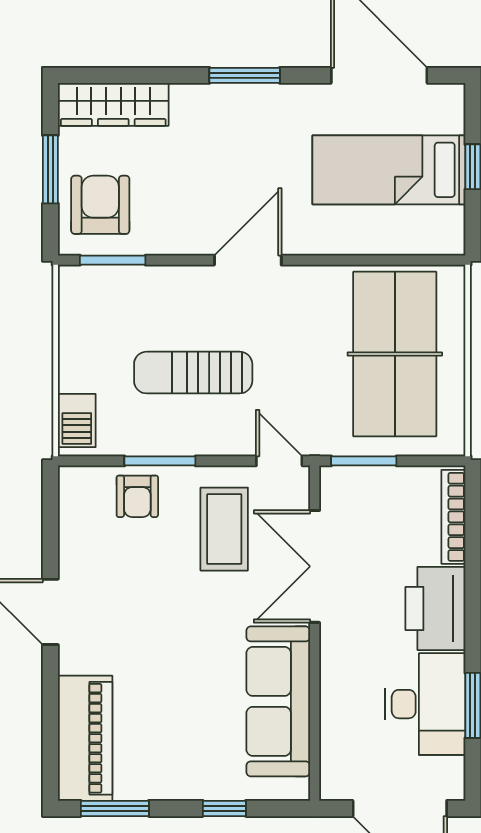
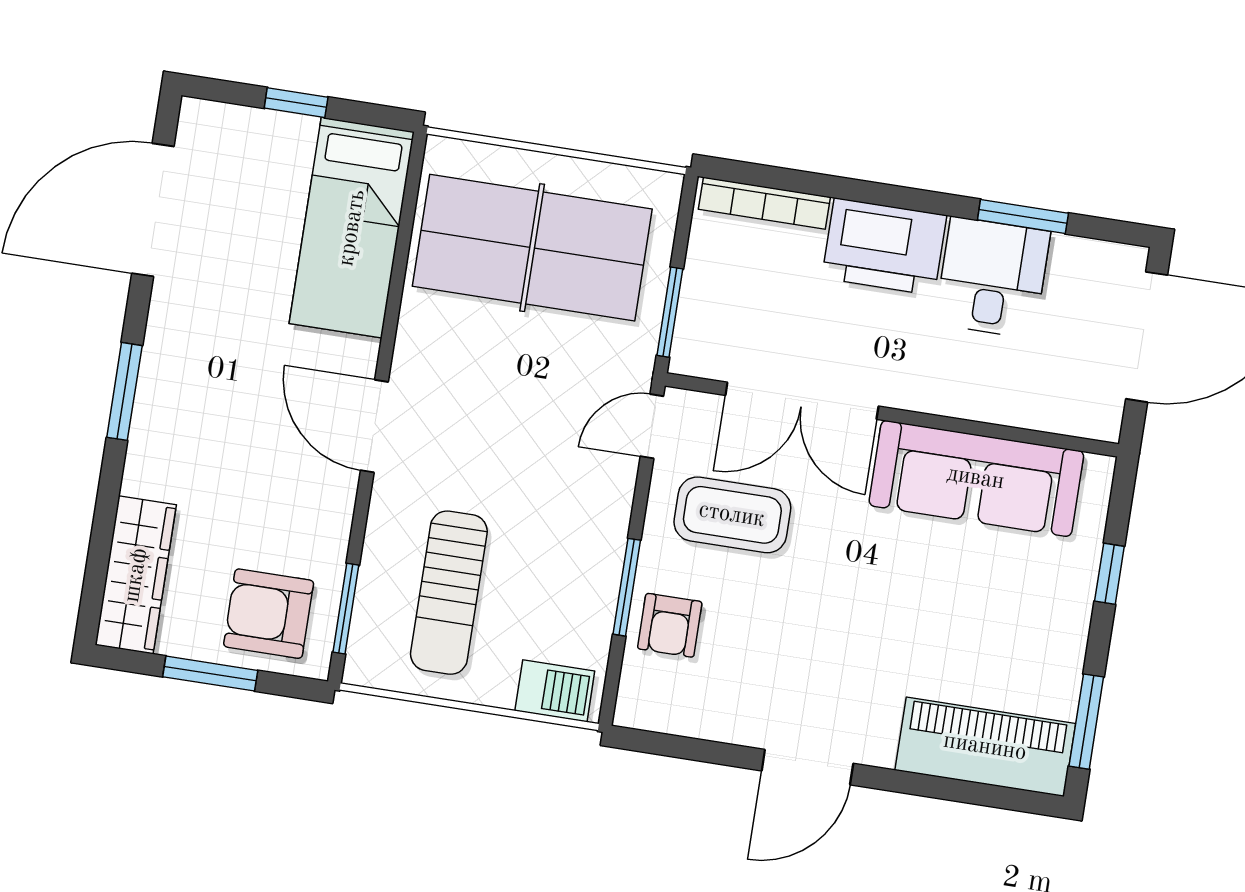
bed: (389, 170) -> (352, 228), moved
sun lounger: (193, 373) -> (449, 593), moved
armchair: (137, 496) -> (670, 625), turned 90
desk: (425, 704) -> (992, 278), width x0.73

